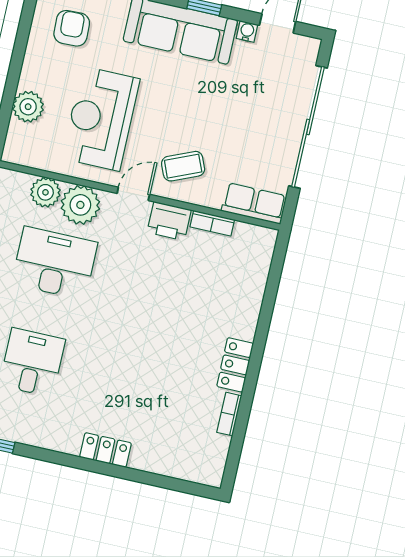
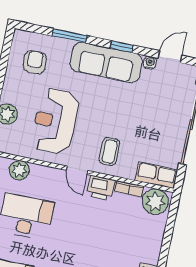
coffee table: (183, 166) -> (109, 152), turned -67
door: (133, 194) -> (77, 170), swing flipped
plant: (80, 205) -> (155, 202), moved

